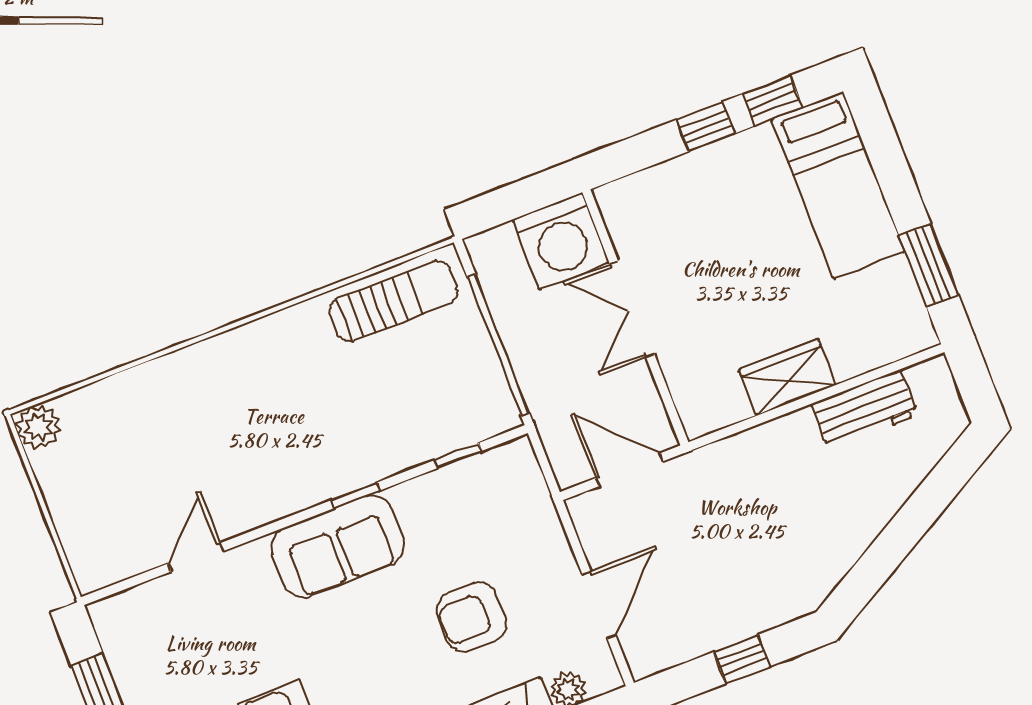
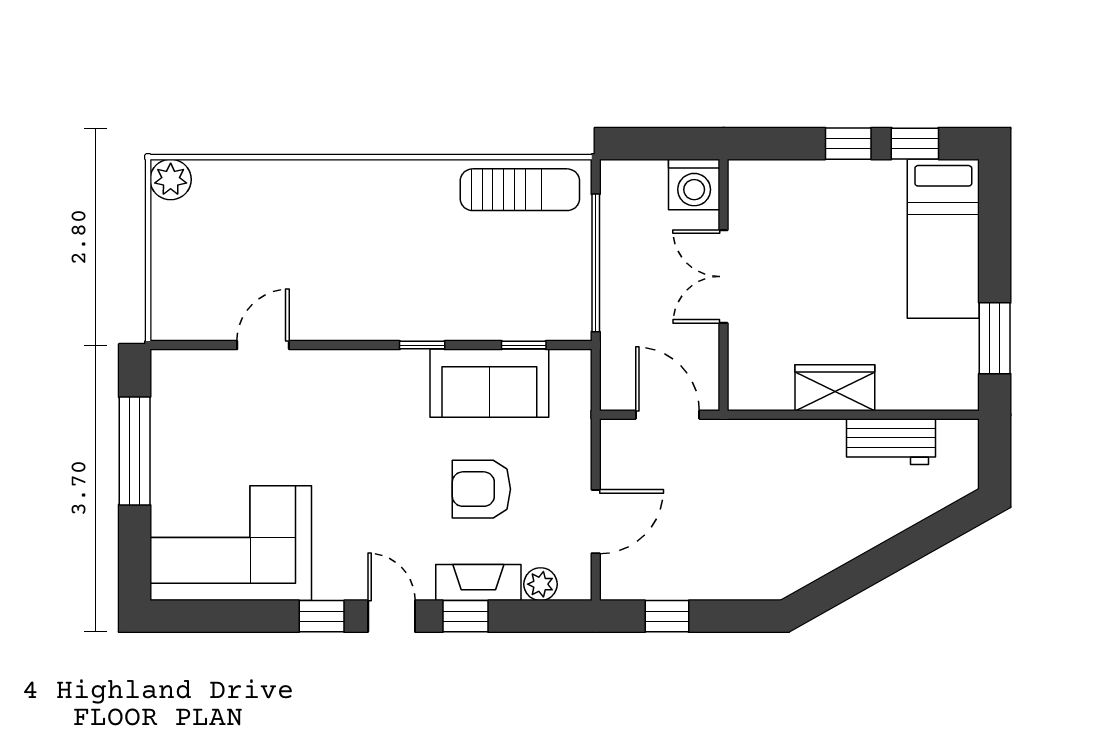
washing machine: (561, 241) -> (694, 184), width x0.73, depth x0.73
sofa: (338, 546) -> (489, 383), moved
window: (742, 659) -> (667, 616), moved

